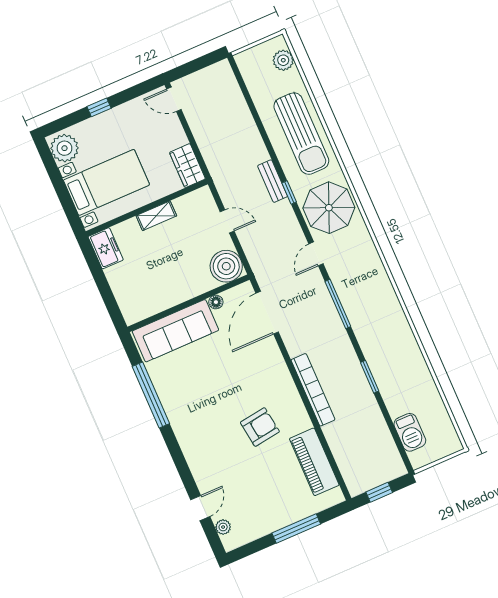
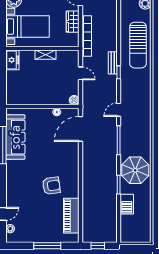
wardrobe: (187, 166) -> (73, 22), moved
parasol: (329, 208) -> (135, 170), moved
boiler: (226, 266) -> (74, 100), width x0.54, depth x0.54
sofa: (175, 331) -> (15, 137), moved, turned -90
bookcase: (313, 390) -> (87, 36), moved
barbecue: (410, 432) -> (127, 204), moved

